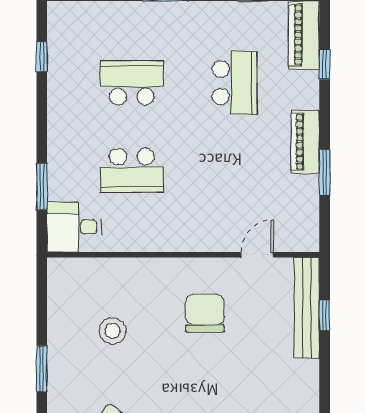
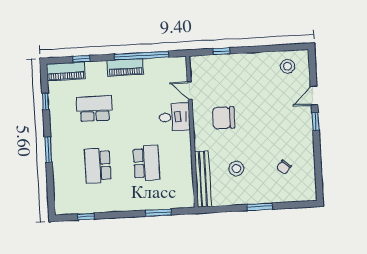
window: (325, 172) -> (142, 56), width x2.11
desk: (74, 227) -> (174, 117), moved, turned -90
bench: (307, 308) -> (203, 179), moved, turned 90

